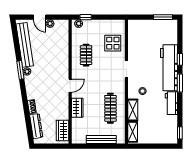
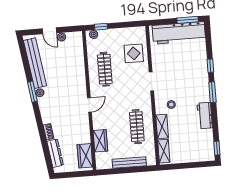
clothes rail: (86, 55) -> (105, 69), width x1.36
workbench: (169, 68) -> (179, 33), moved, turned -90
wardrobe: (77, 108) -> (100, 141), moved

